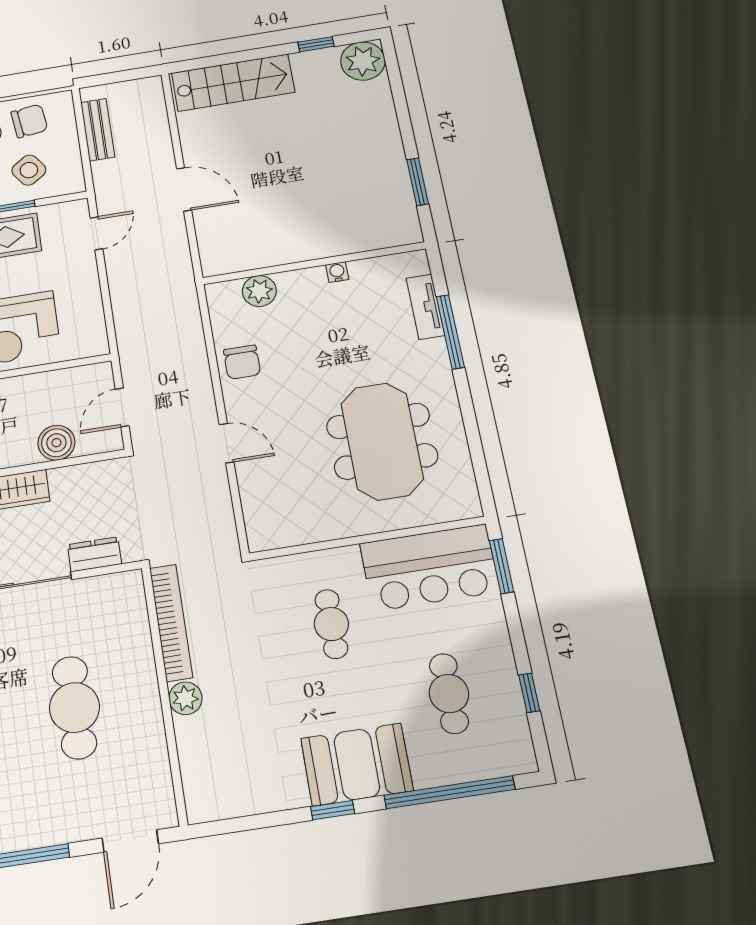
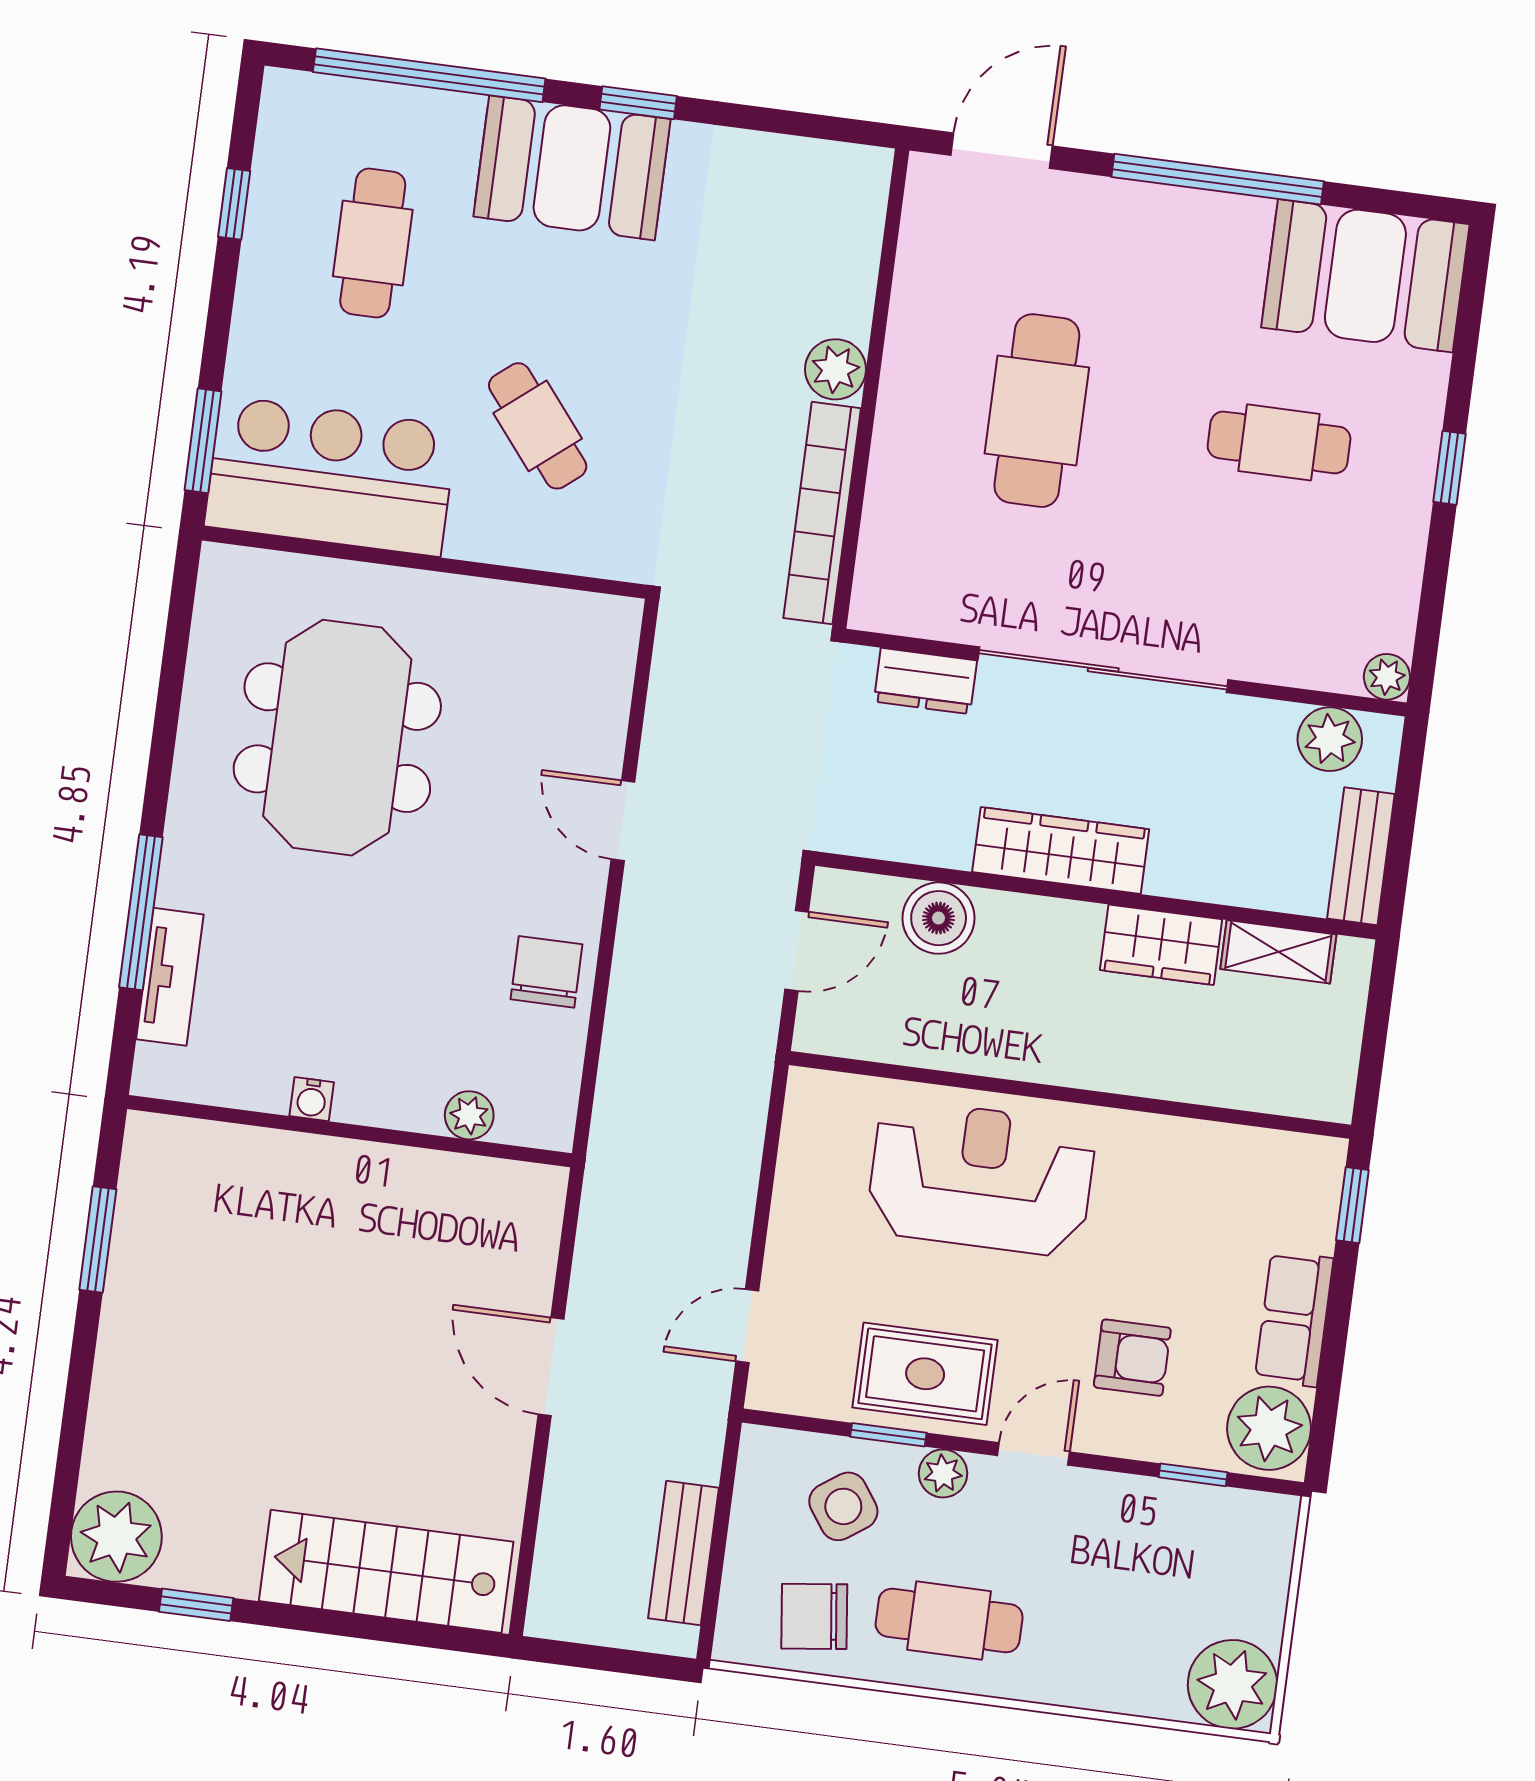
plant: (259, 291) -> (469, 1115), width x0.73, depth x0.73
cafe table: (331, 624) -> (538, 426), turned -39

